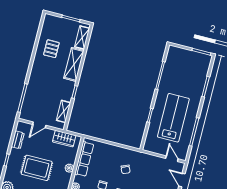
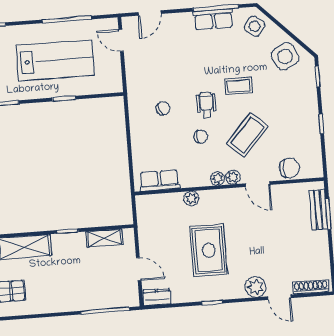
lab bench: (173, 118) -> (55, 60), turned 180
wardrobe: (64, 139) -> (147, 222), removed
dresser: (18, 140) -> (157, 297), moved
row of seats: (84, 159) -> (159, 180), width x0.68
door: (172, 159) -> (121, 40), hinge flipped

